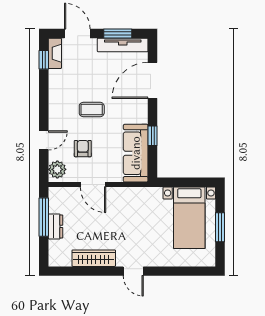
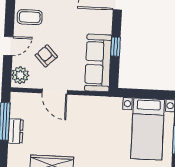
coffee table: (92, 109) -> (30, 17), moved
armchair: (83, 149) -> (46, 56), turned -44

